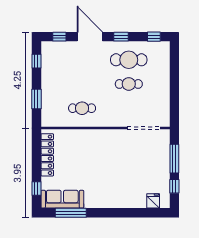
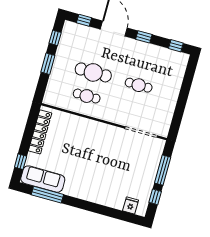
cafe table: (129, 60) -> (93, 72), moved
window: (36, 99) -> (48, 64), moved

